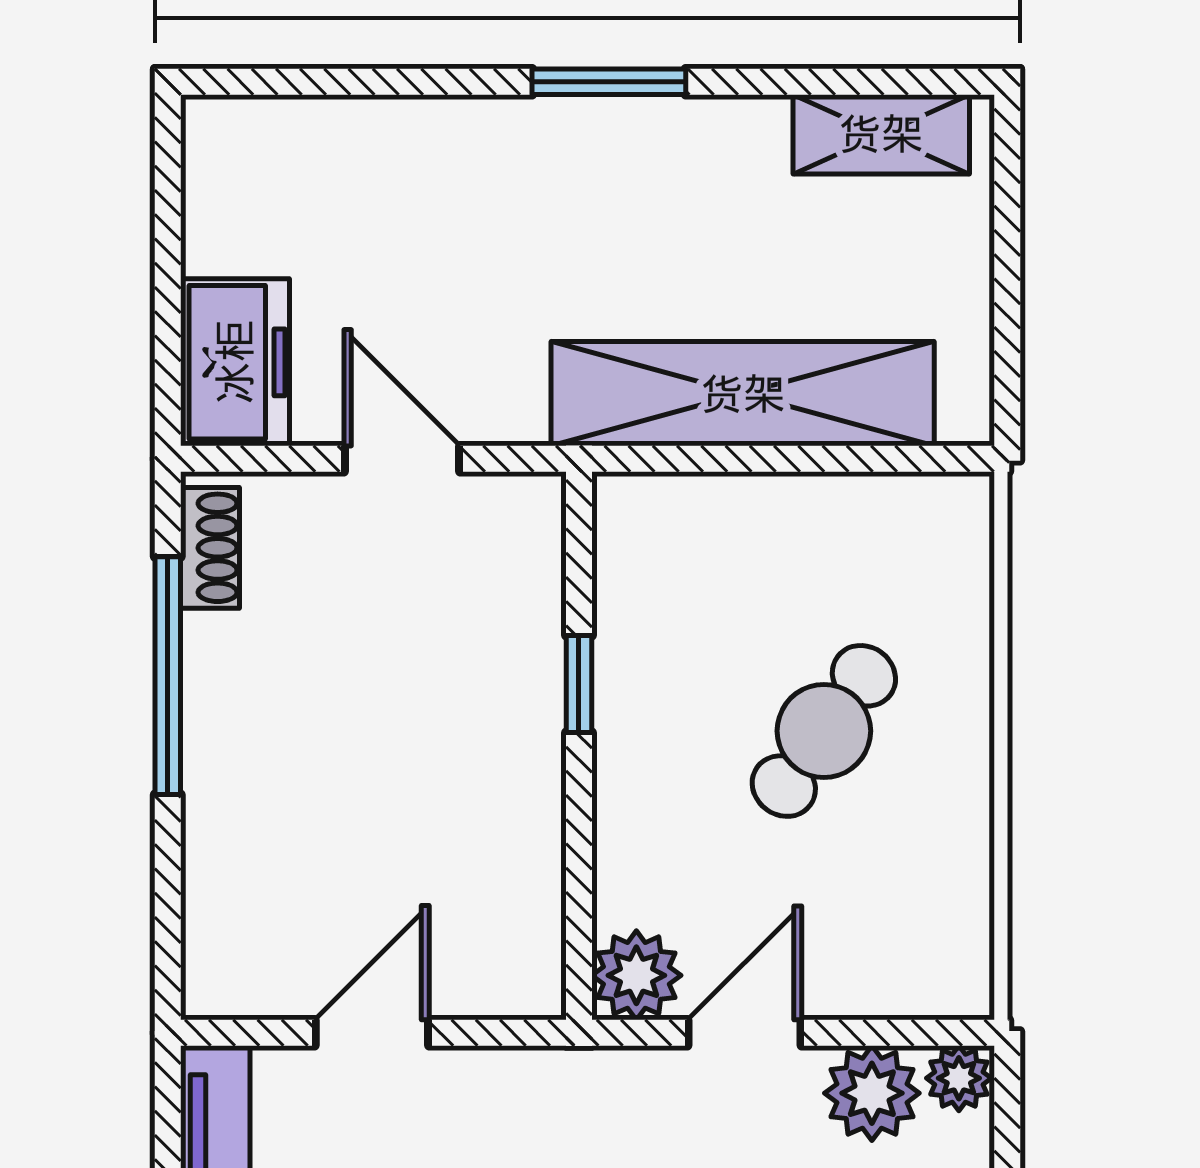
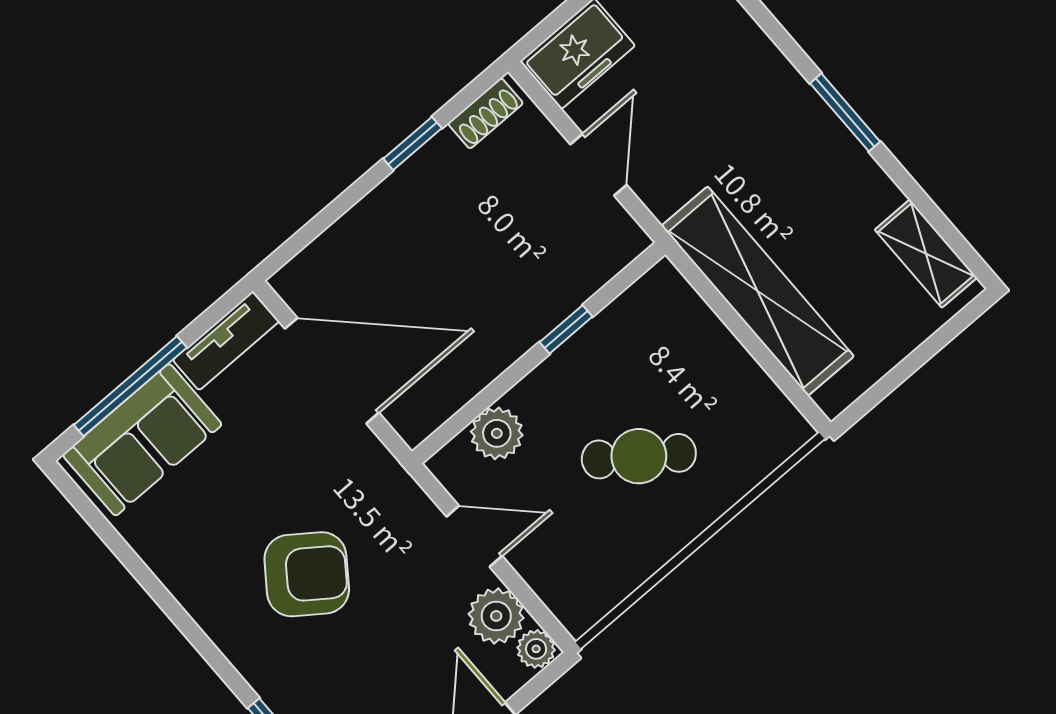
window: (168, 676) -> (413, 143), width x0.46
plant: (636, 975) -> (497, 433), moved
door: (372, 1033) -> (332, 371), width x1.87

